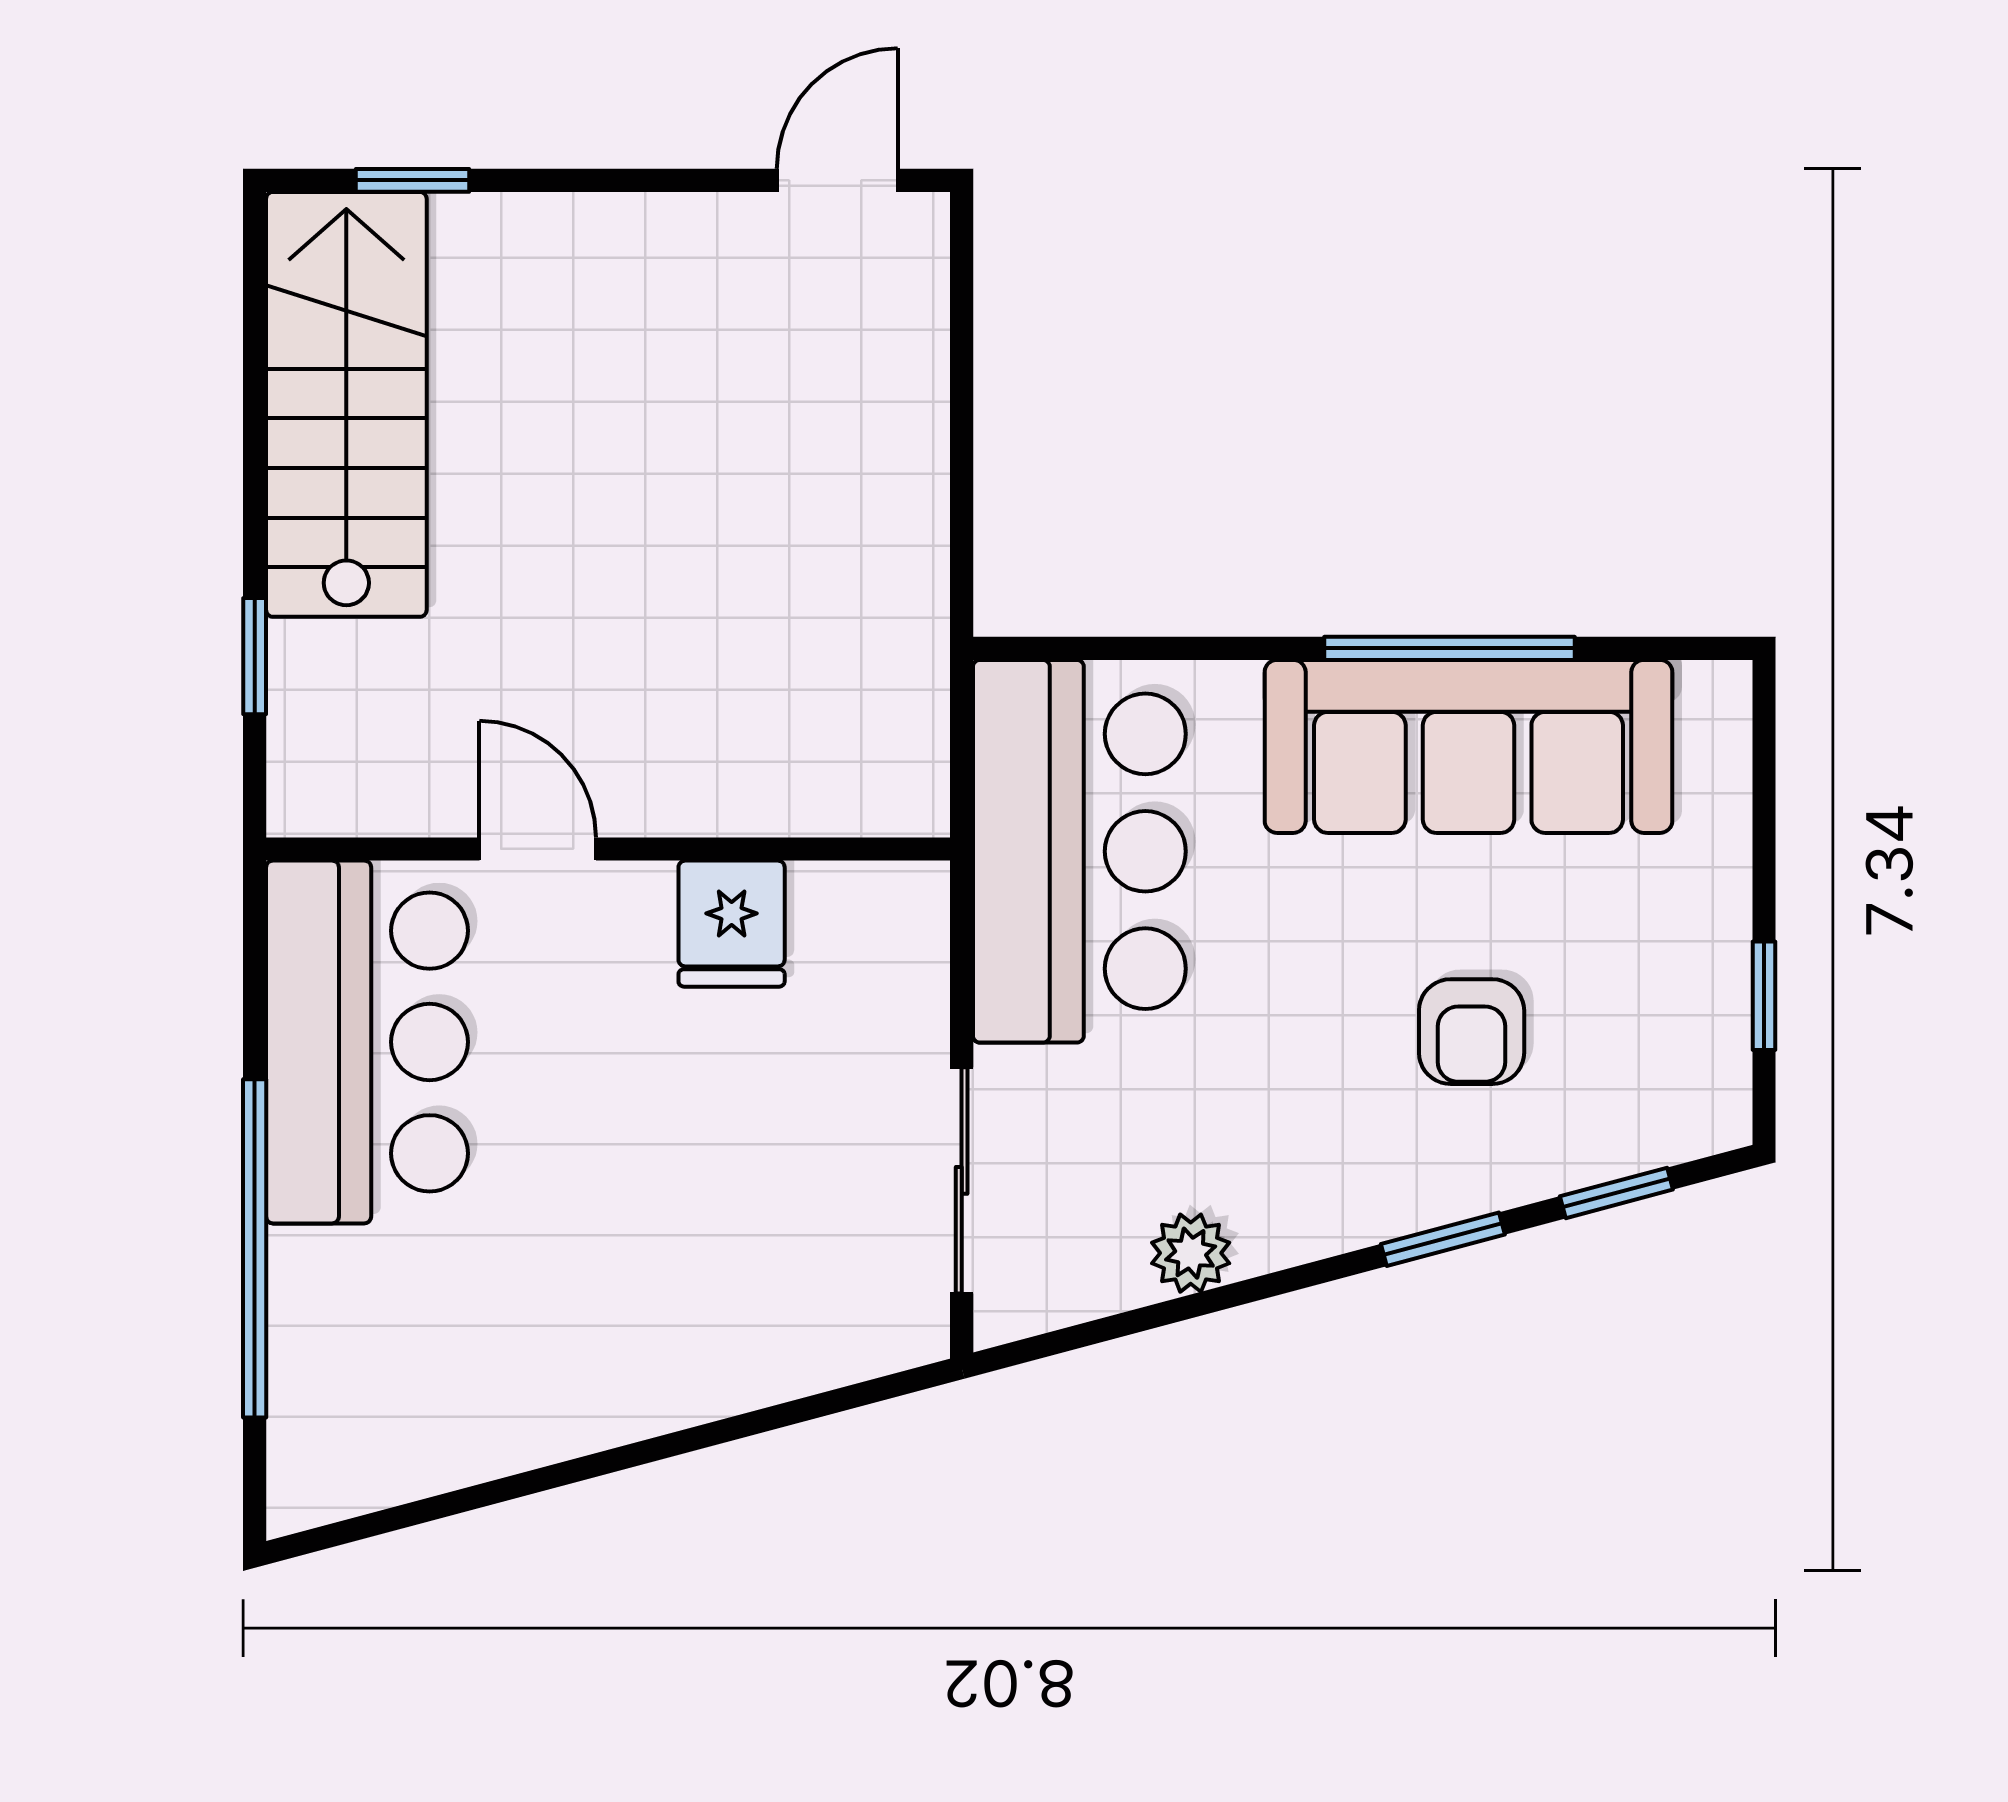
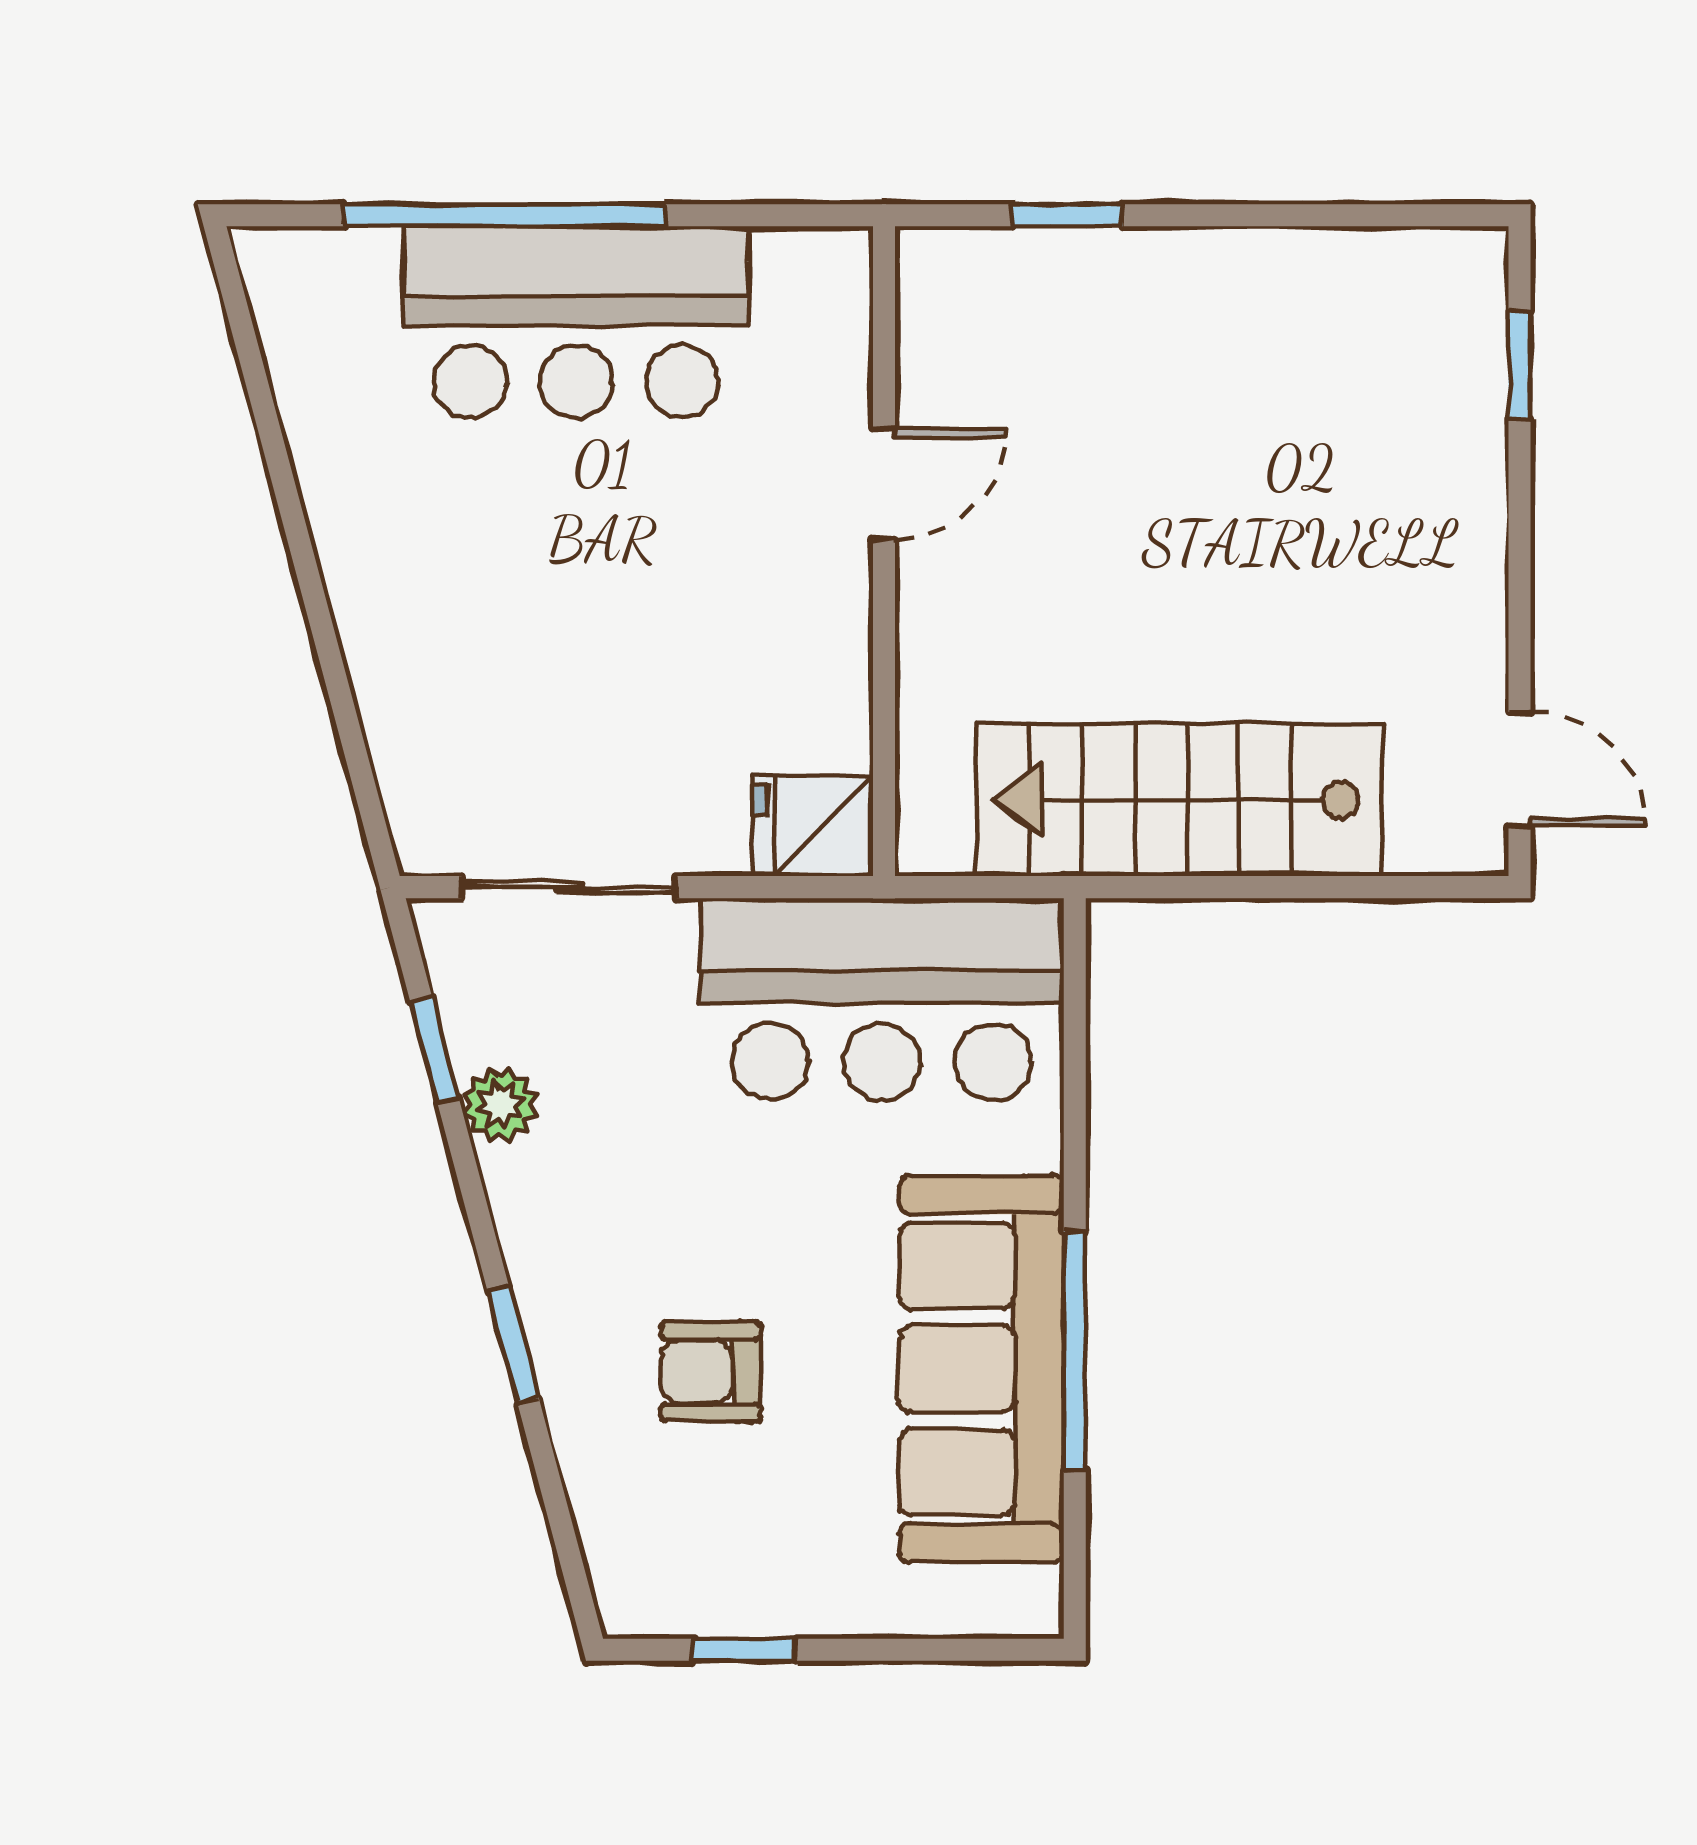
stairs: (346, 404) -> (1179, 800), moved, turned 180
fridge: (732, 924) -> (813, 826), moved
bar counter: (367, 1042) -> (576, 322), moved
window: (1616, 1193) -> (435, 1050), moved

